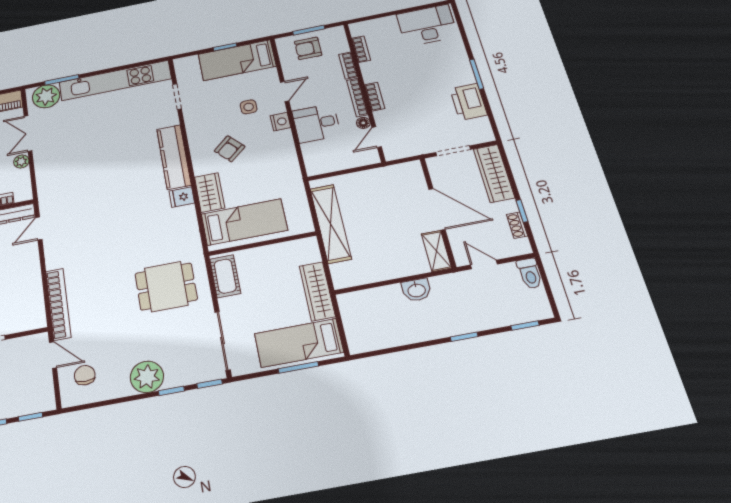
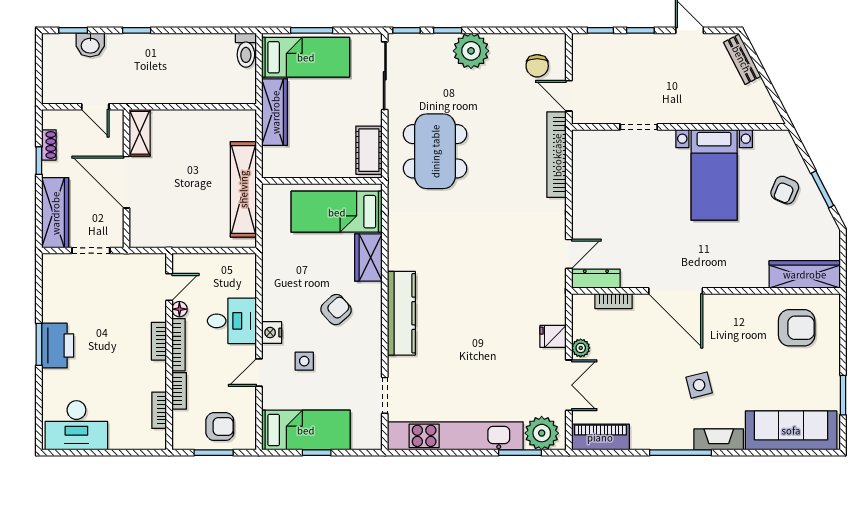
printer: (468, 102) -> (58, 346), moved
fridge: (182, 197) -> (553, 336), moved, turned 180
toilet: (530, 273) -> (246, 50), moved, turned 180
dining table: (166, 286) -> (435, 151), width x1.38
washbasin: (416, 290) -> (90, 45), moved, turned 180

